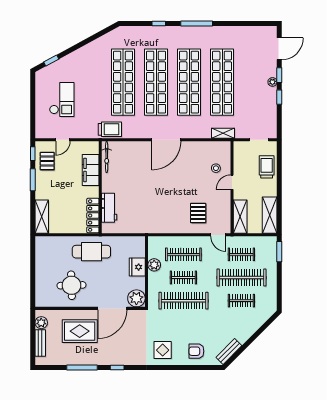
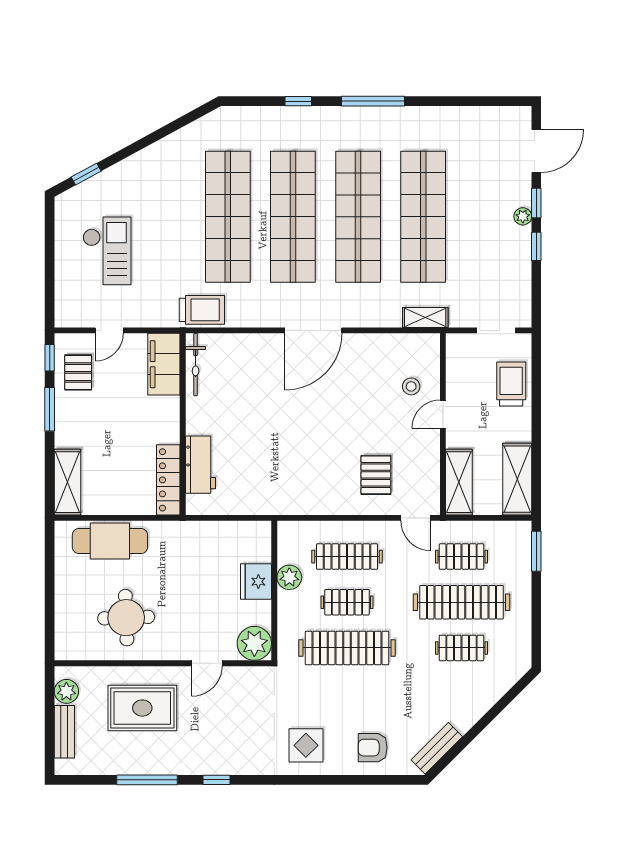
filing cabinet: (91, 170) -> (164, 364), moved
cafe table: (91, 252) -> (110, 541), moved
door: (112, 308) -> (207, 663), width x0.53

